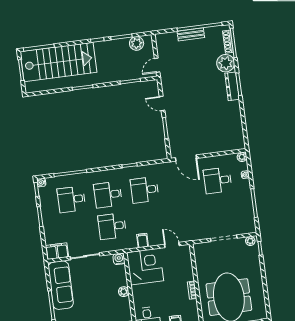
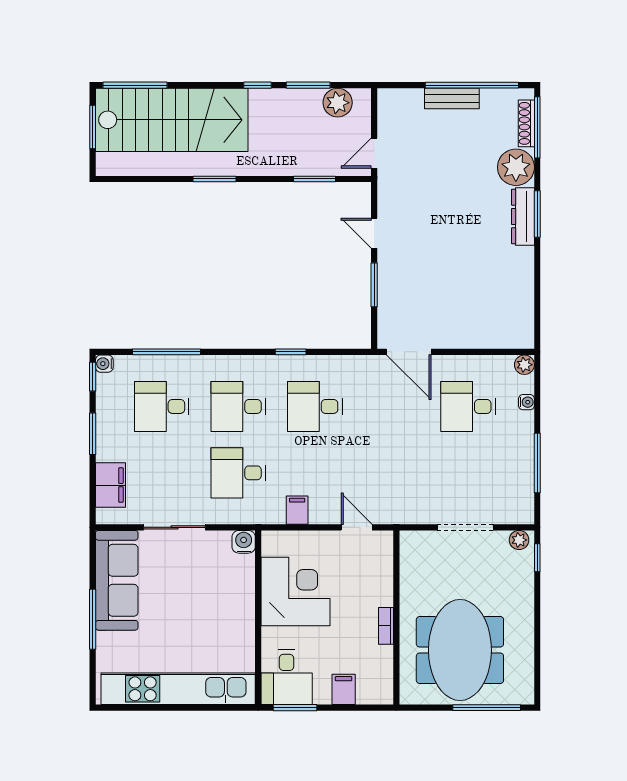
filing cabinet: (57, 251) -> (110, 485), moved, turned 90
corner desk: (145, 267) -> (295, 591), moved
plant: (124, 292) -> (245, 611), removed

